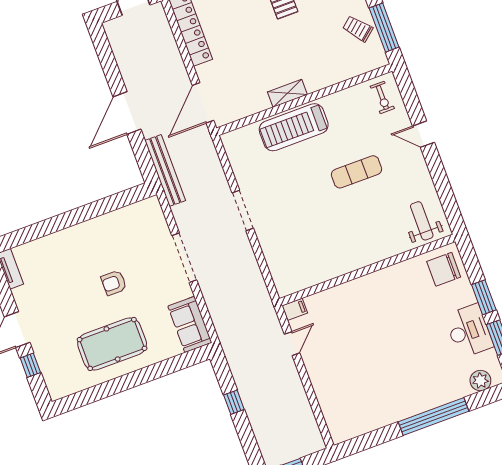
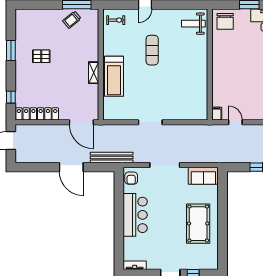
bar counter: (89, 240) -> (135, 215), added
armchair: (114, 283) -> (131, 178), moved

